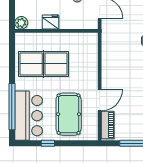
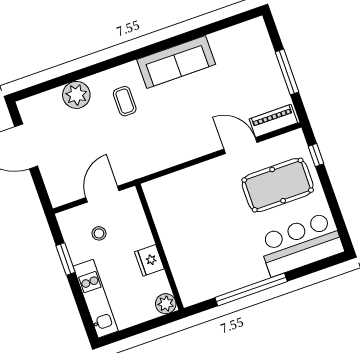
table tennis table: (44, 64) -> (216, 249), removed
window: (12, 107) -> (251, 289), moved
window: (48, 143) -> (316, 155), moved

